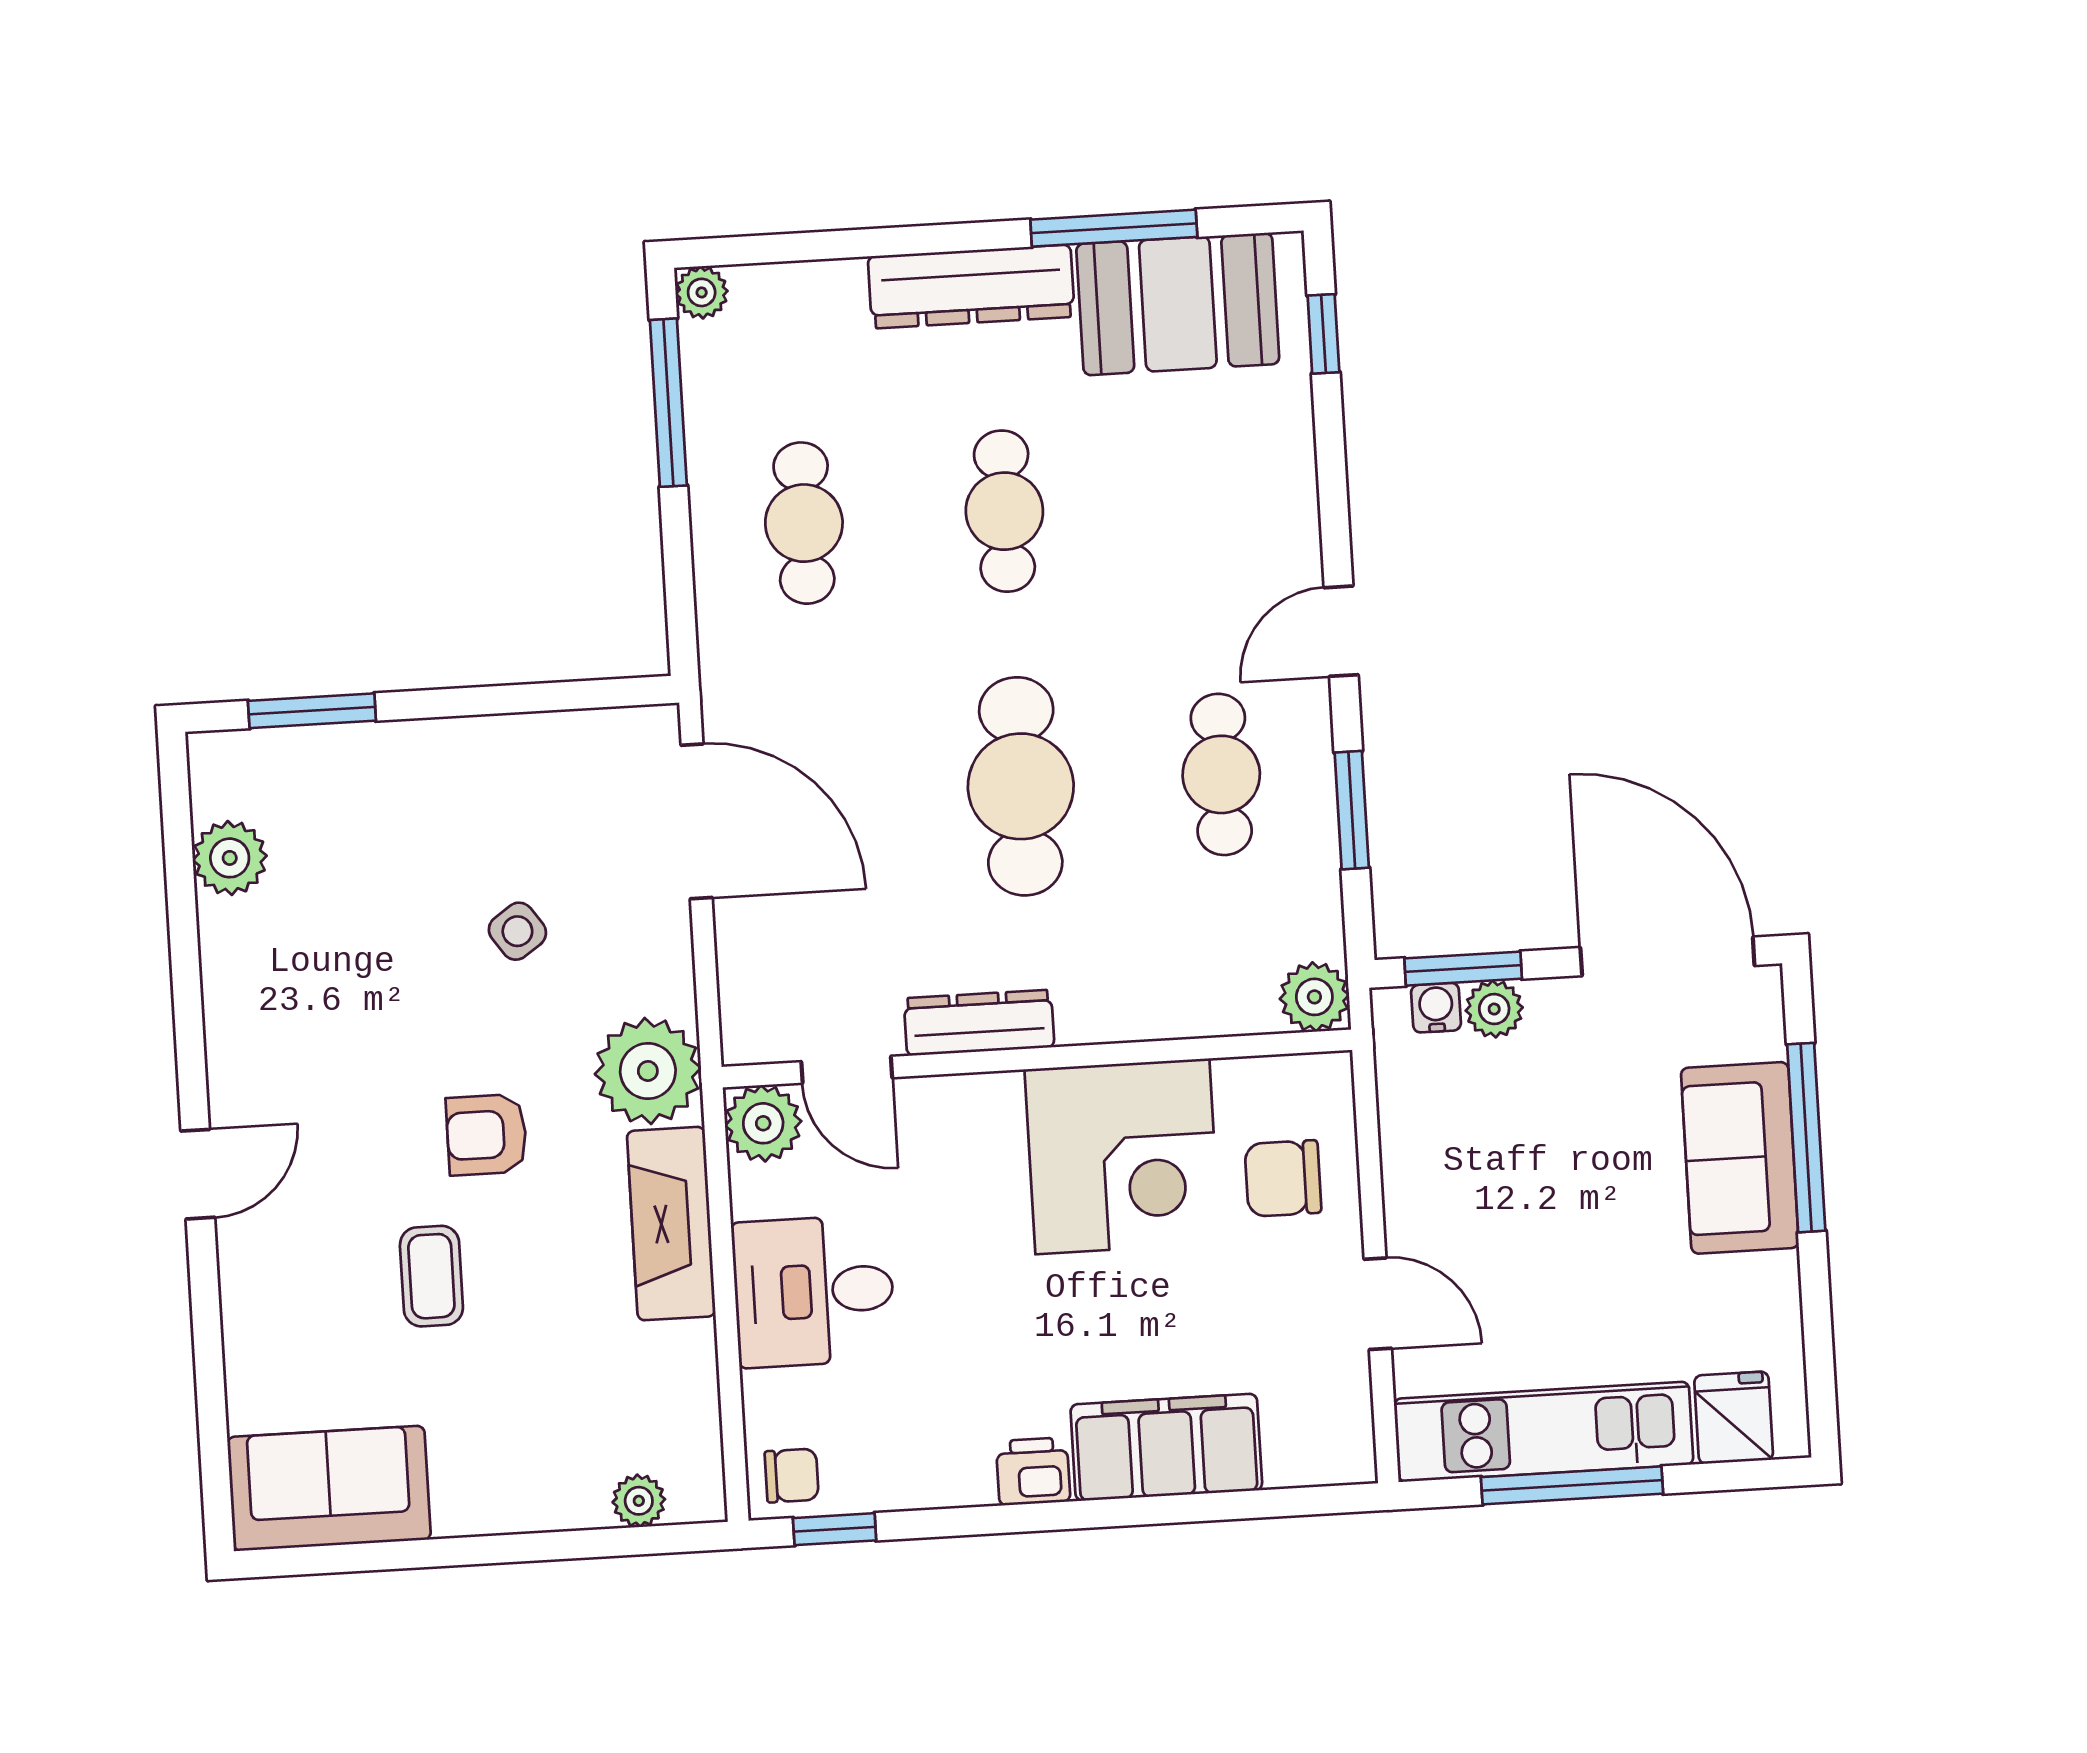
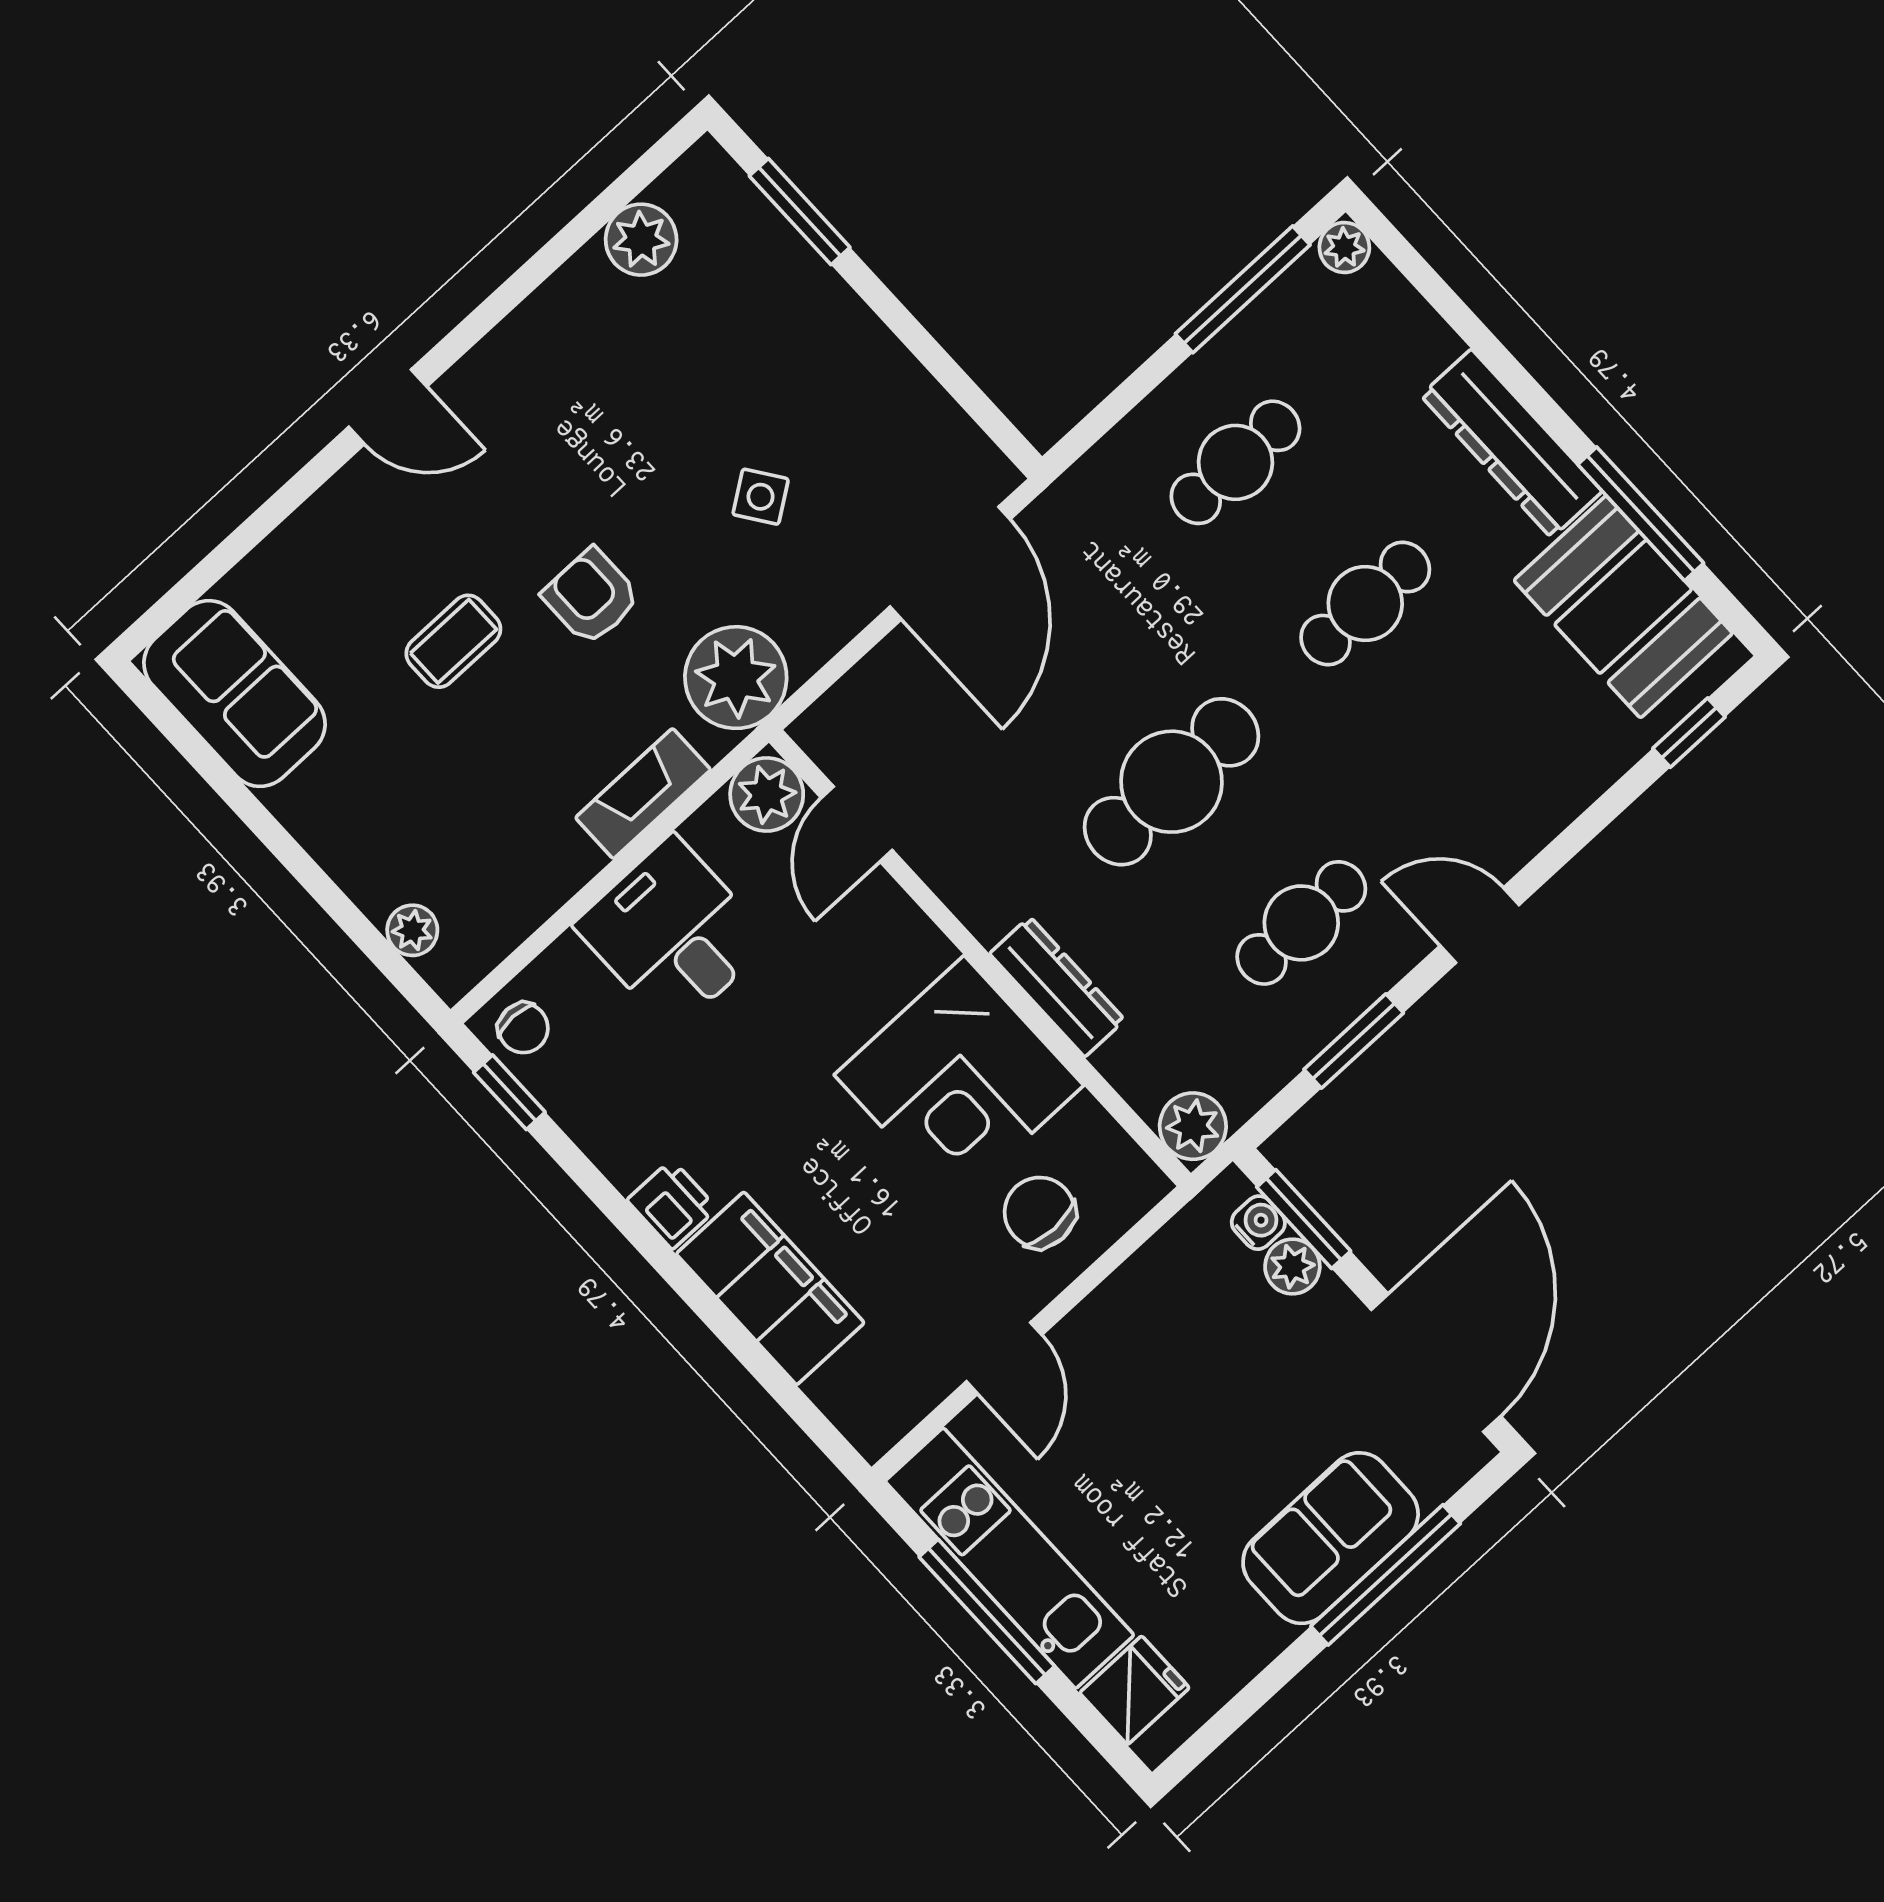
dresser: (979, 1023) -> (1057, 987), moved
fireplace: (671, 1224) -> (643, 794), width x0.73, depth x0.76

